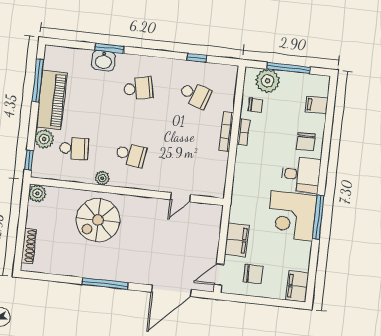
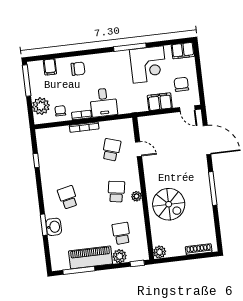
window: (289, 68) -> (27, 81), moved
school desk: (195, 95) -> (111, 150), moved
desk: (301, 175) -> (103, 102), moved, turned 180
plant: (102, 178) -> (137, 196), moved
corner desk: (292, 216) -> (148, 65), moved

